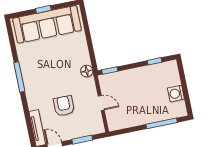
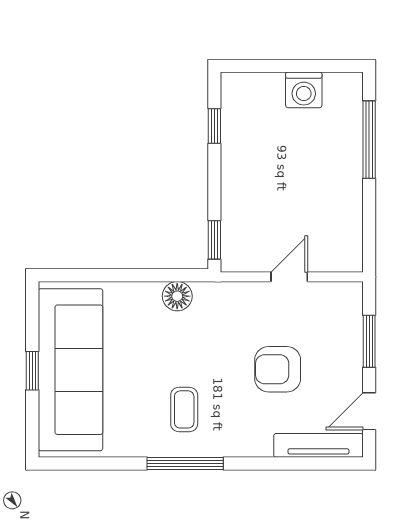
floor lamp: (87, 71) -> (177, 296), moved
coffee table: (41, 72) -> (184, 409), added

